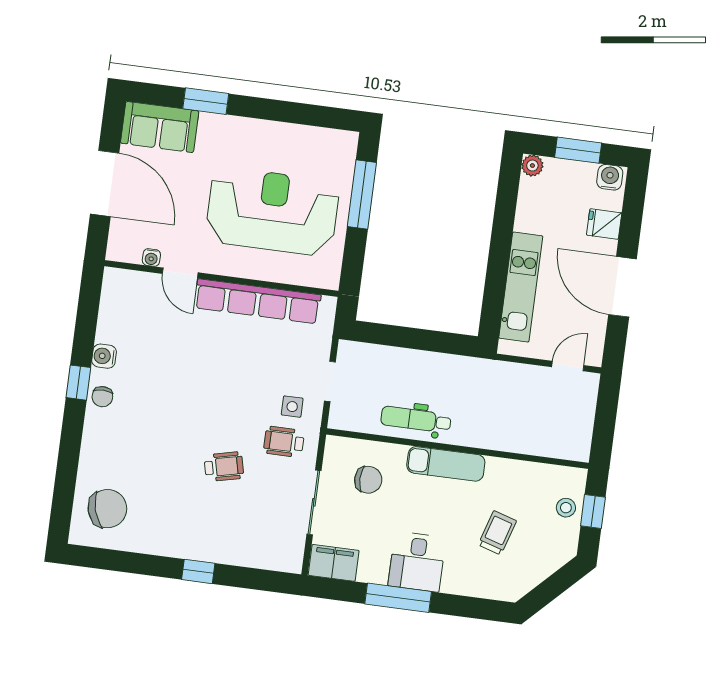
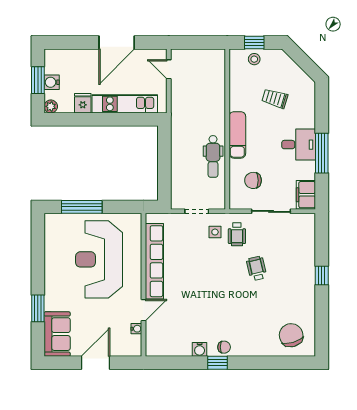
water cooler: (610, 177) -> (52, 82), moved
door: (105, 183) -> (95, 363), width x0.73
fridge: (604, 224) -> (83, 103), moved, turned 180
chair: (368, 480) -> (253, 180), turned -90

